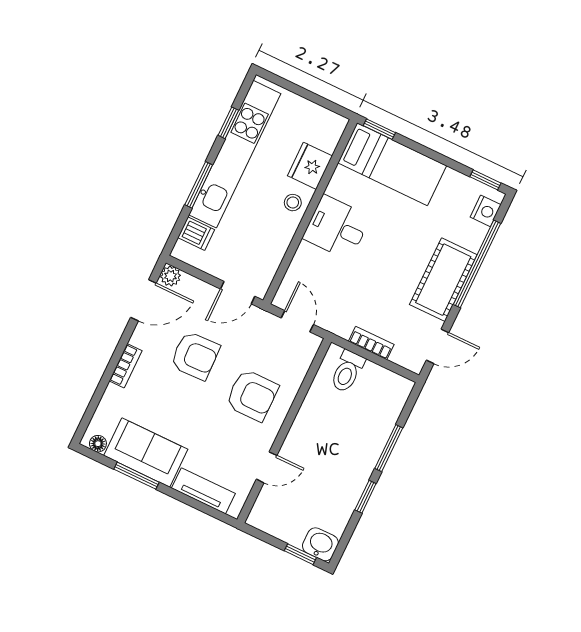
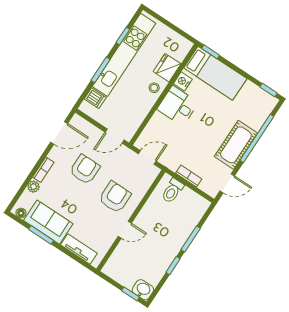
nightstand: (486, 211) -> (183, 81), moved, turned 180
plant: (171, 276) -> (34, 187), moved
door: (297, 321) -> (147, 157), hinge flipped
armchair: (195, 356) -> (85, 169), turned -88
armchair: (252, 395) -> (115, 197), turned -90
door: (267, 467) -> (125, 230), moved

